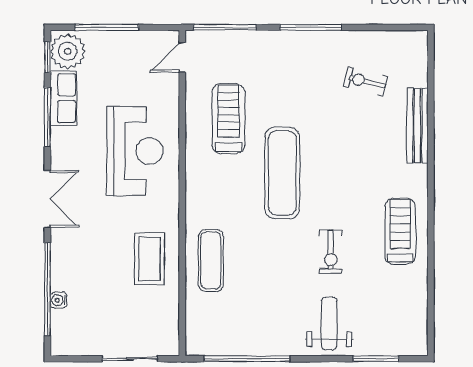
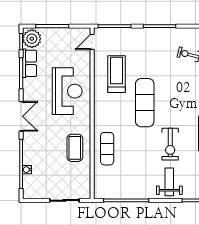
exercise bike: (331, 252) -> (170, 144), width x1.38, depth x1.39

